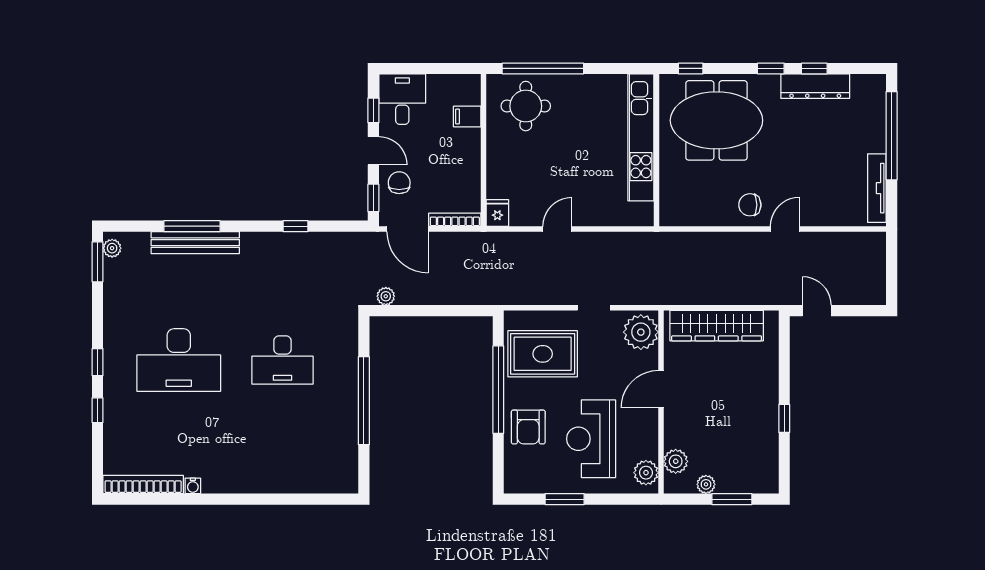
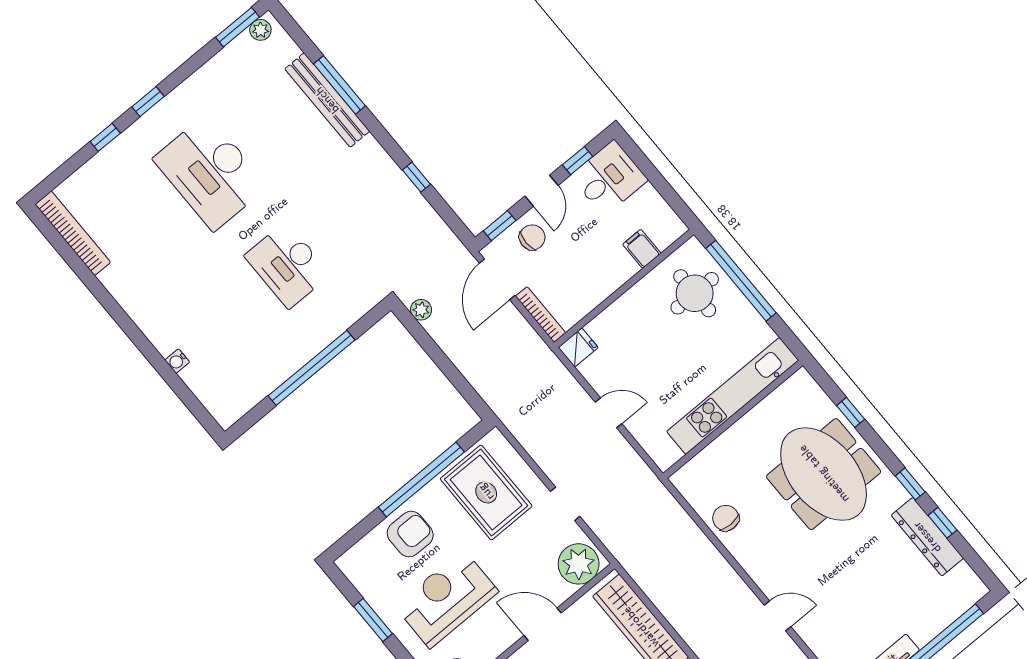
kitchen unit: (641, 137) -> (733, 396), moved
wall: (657, 150) -> (733, 419), moved
chair: (750, 205) -> (726, 518), moved
armchair: (528, 427) -> (410, 534), turned 180
water cooler: (193, 486) -> (177, 361), moved

